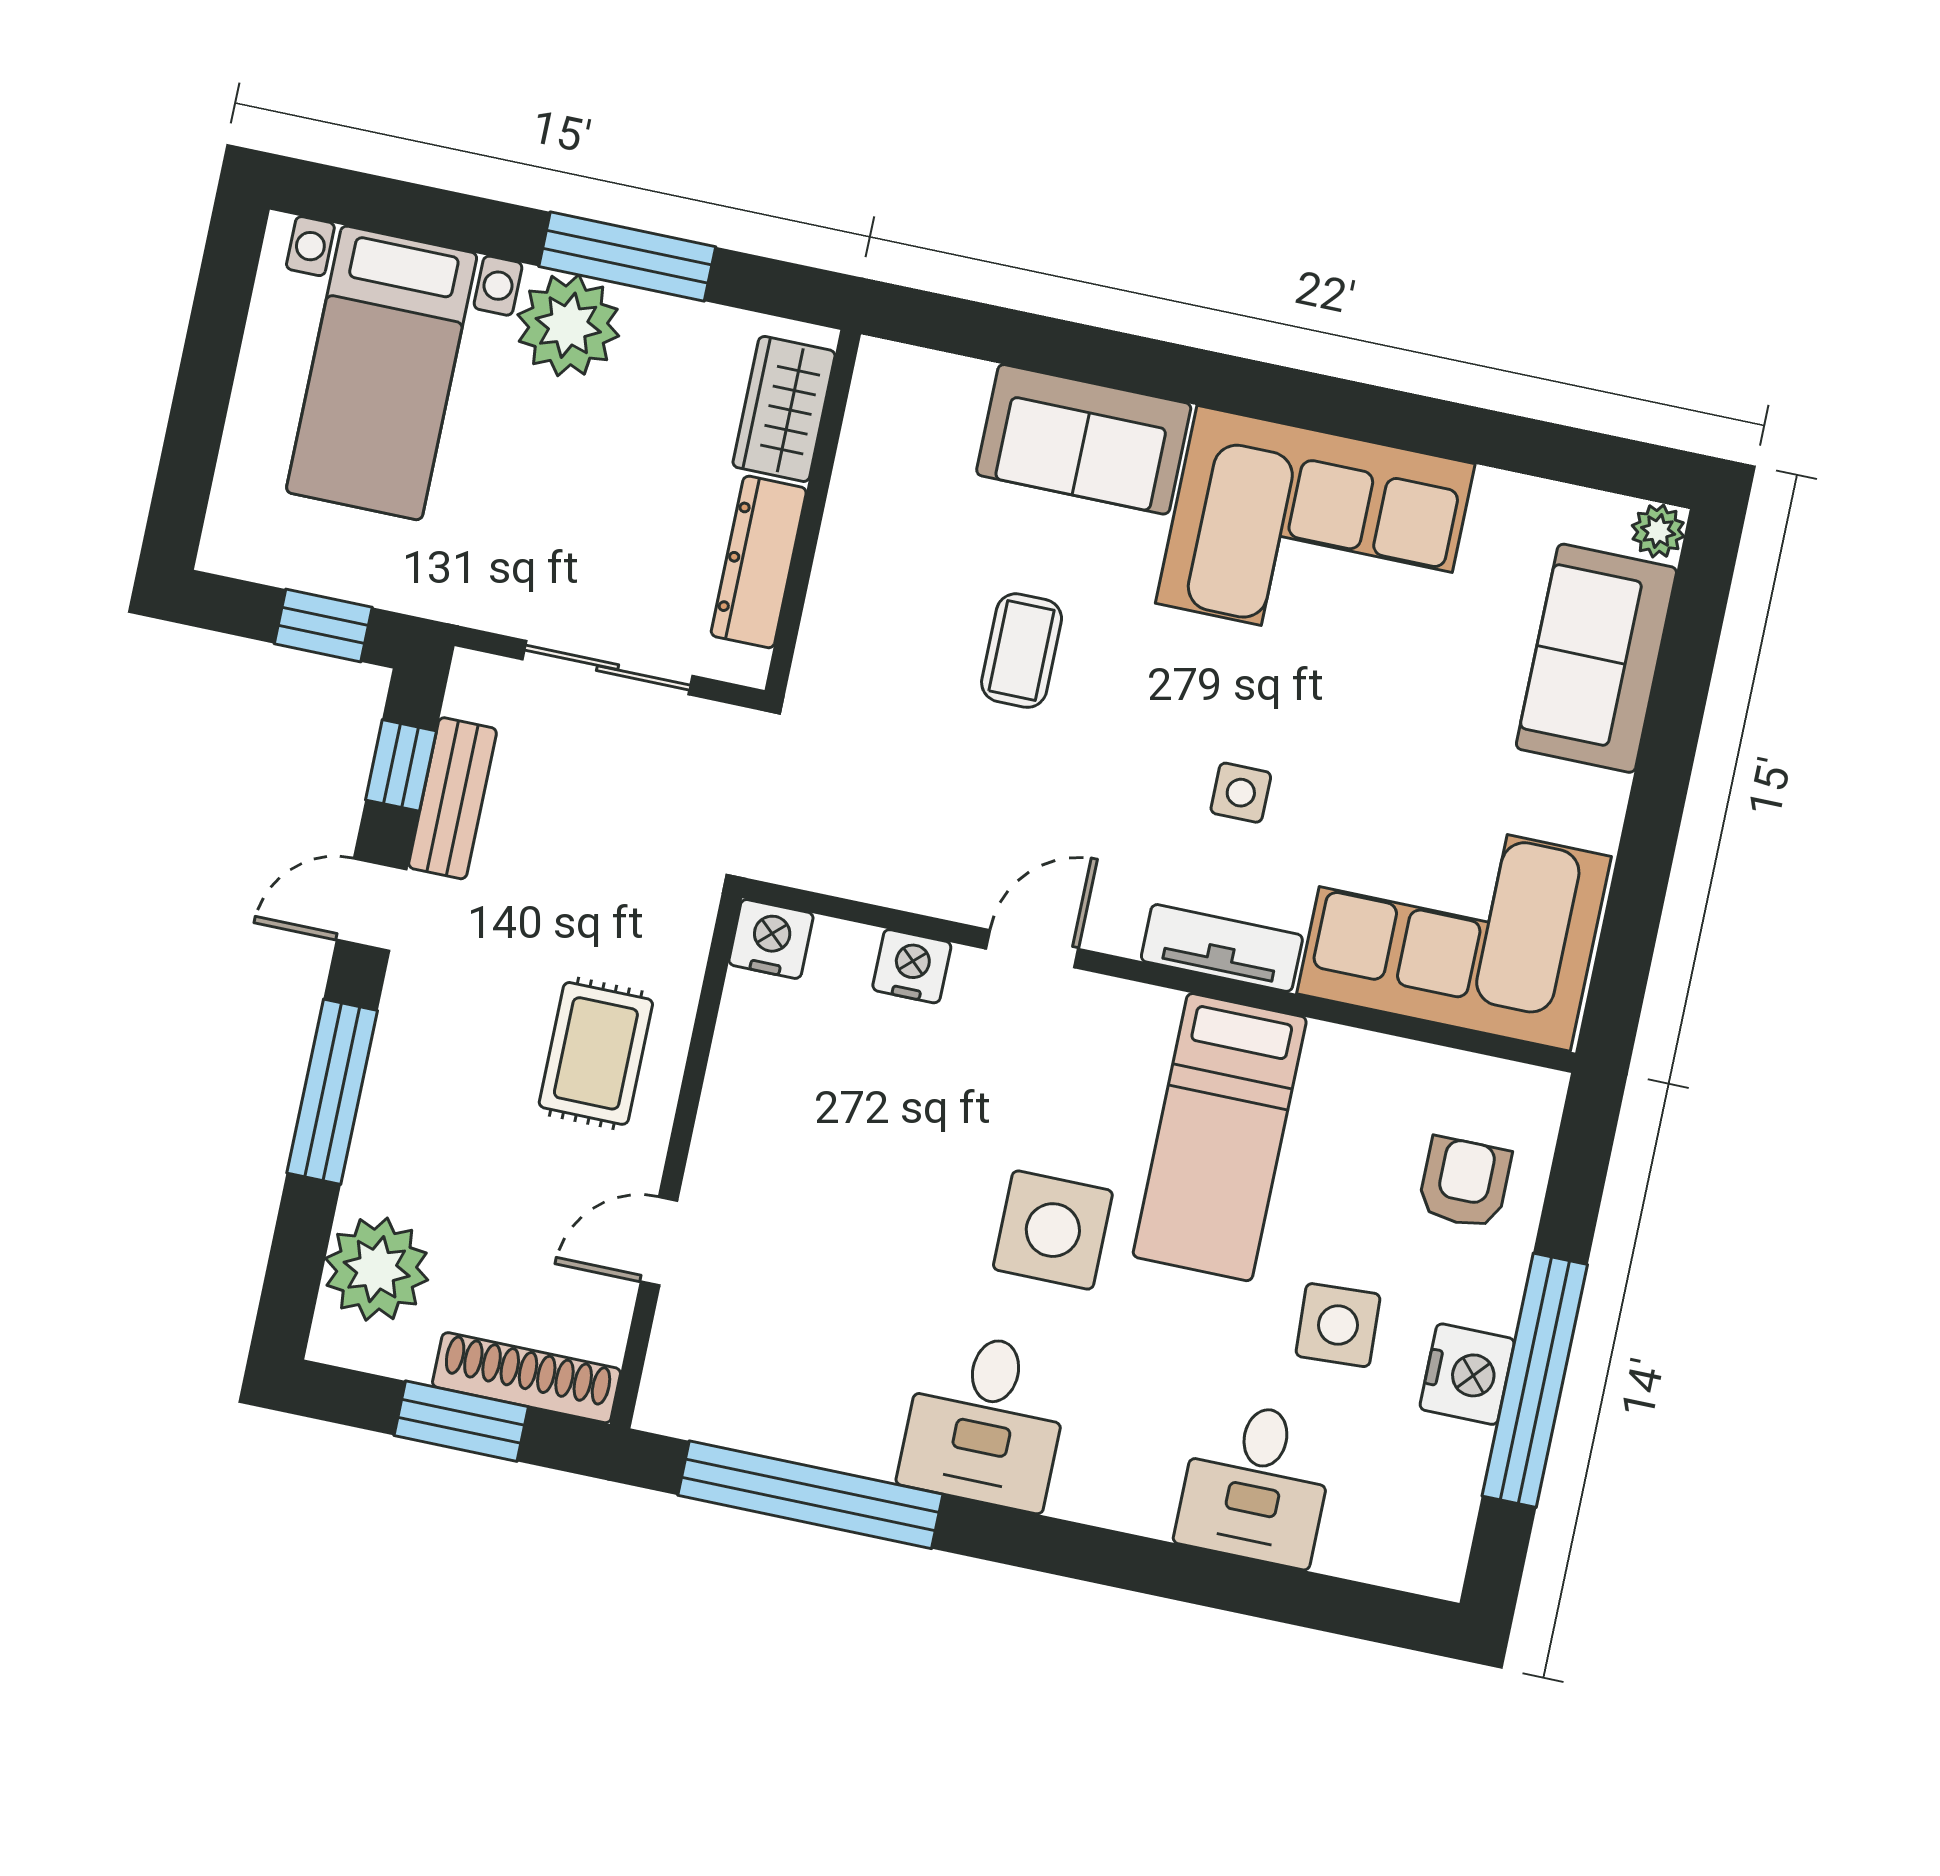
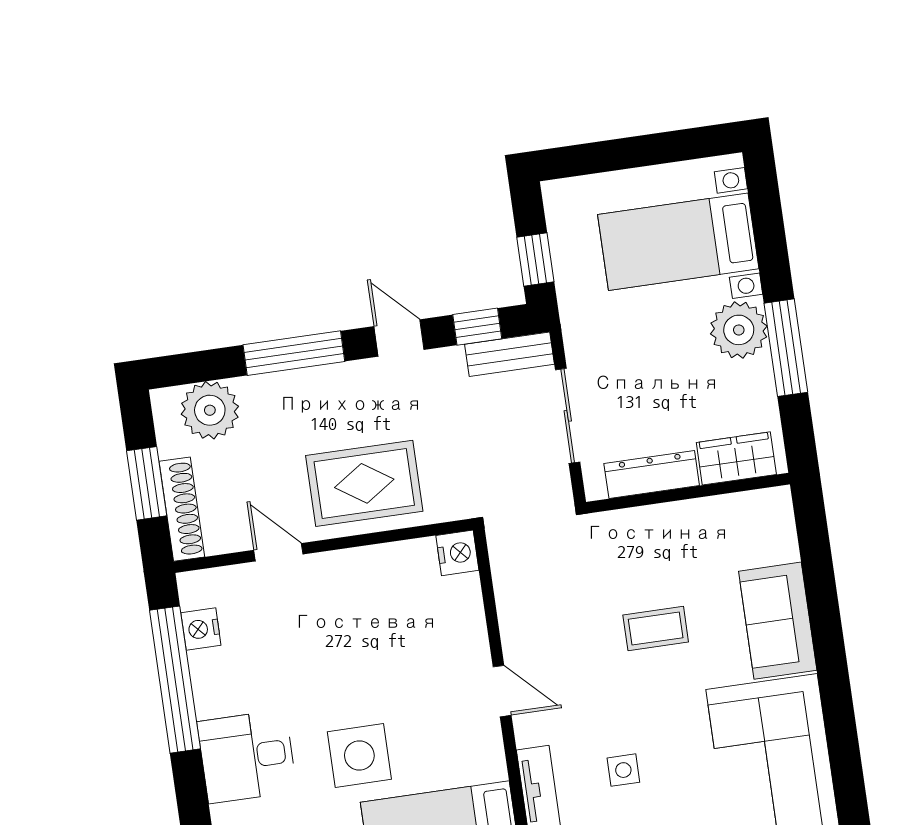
bench: (453, 798) -> (510, 354), moved
nightstand: (912, 966) -> (201, 629), moved, turned 180
rug: (596, 1053) -> (364, 483), width x1.36, depth x1.43

